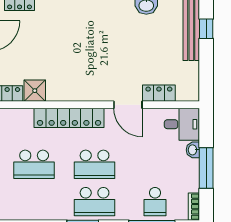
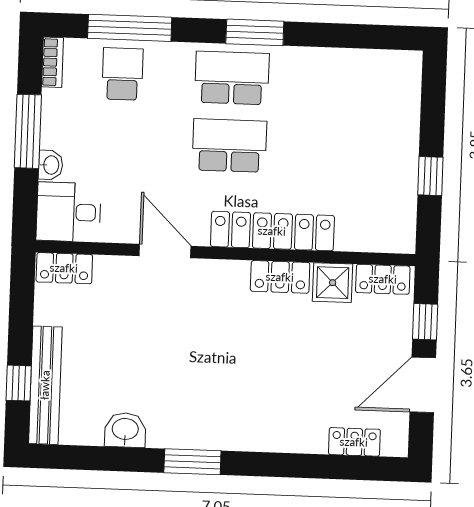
locker: (64, 93) -> (280, 277), added
locker: (159, 93) -> (64, 268), moved
school desk: (34, 164) -> (339, 149), removed

